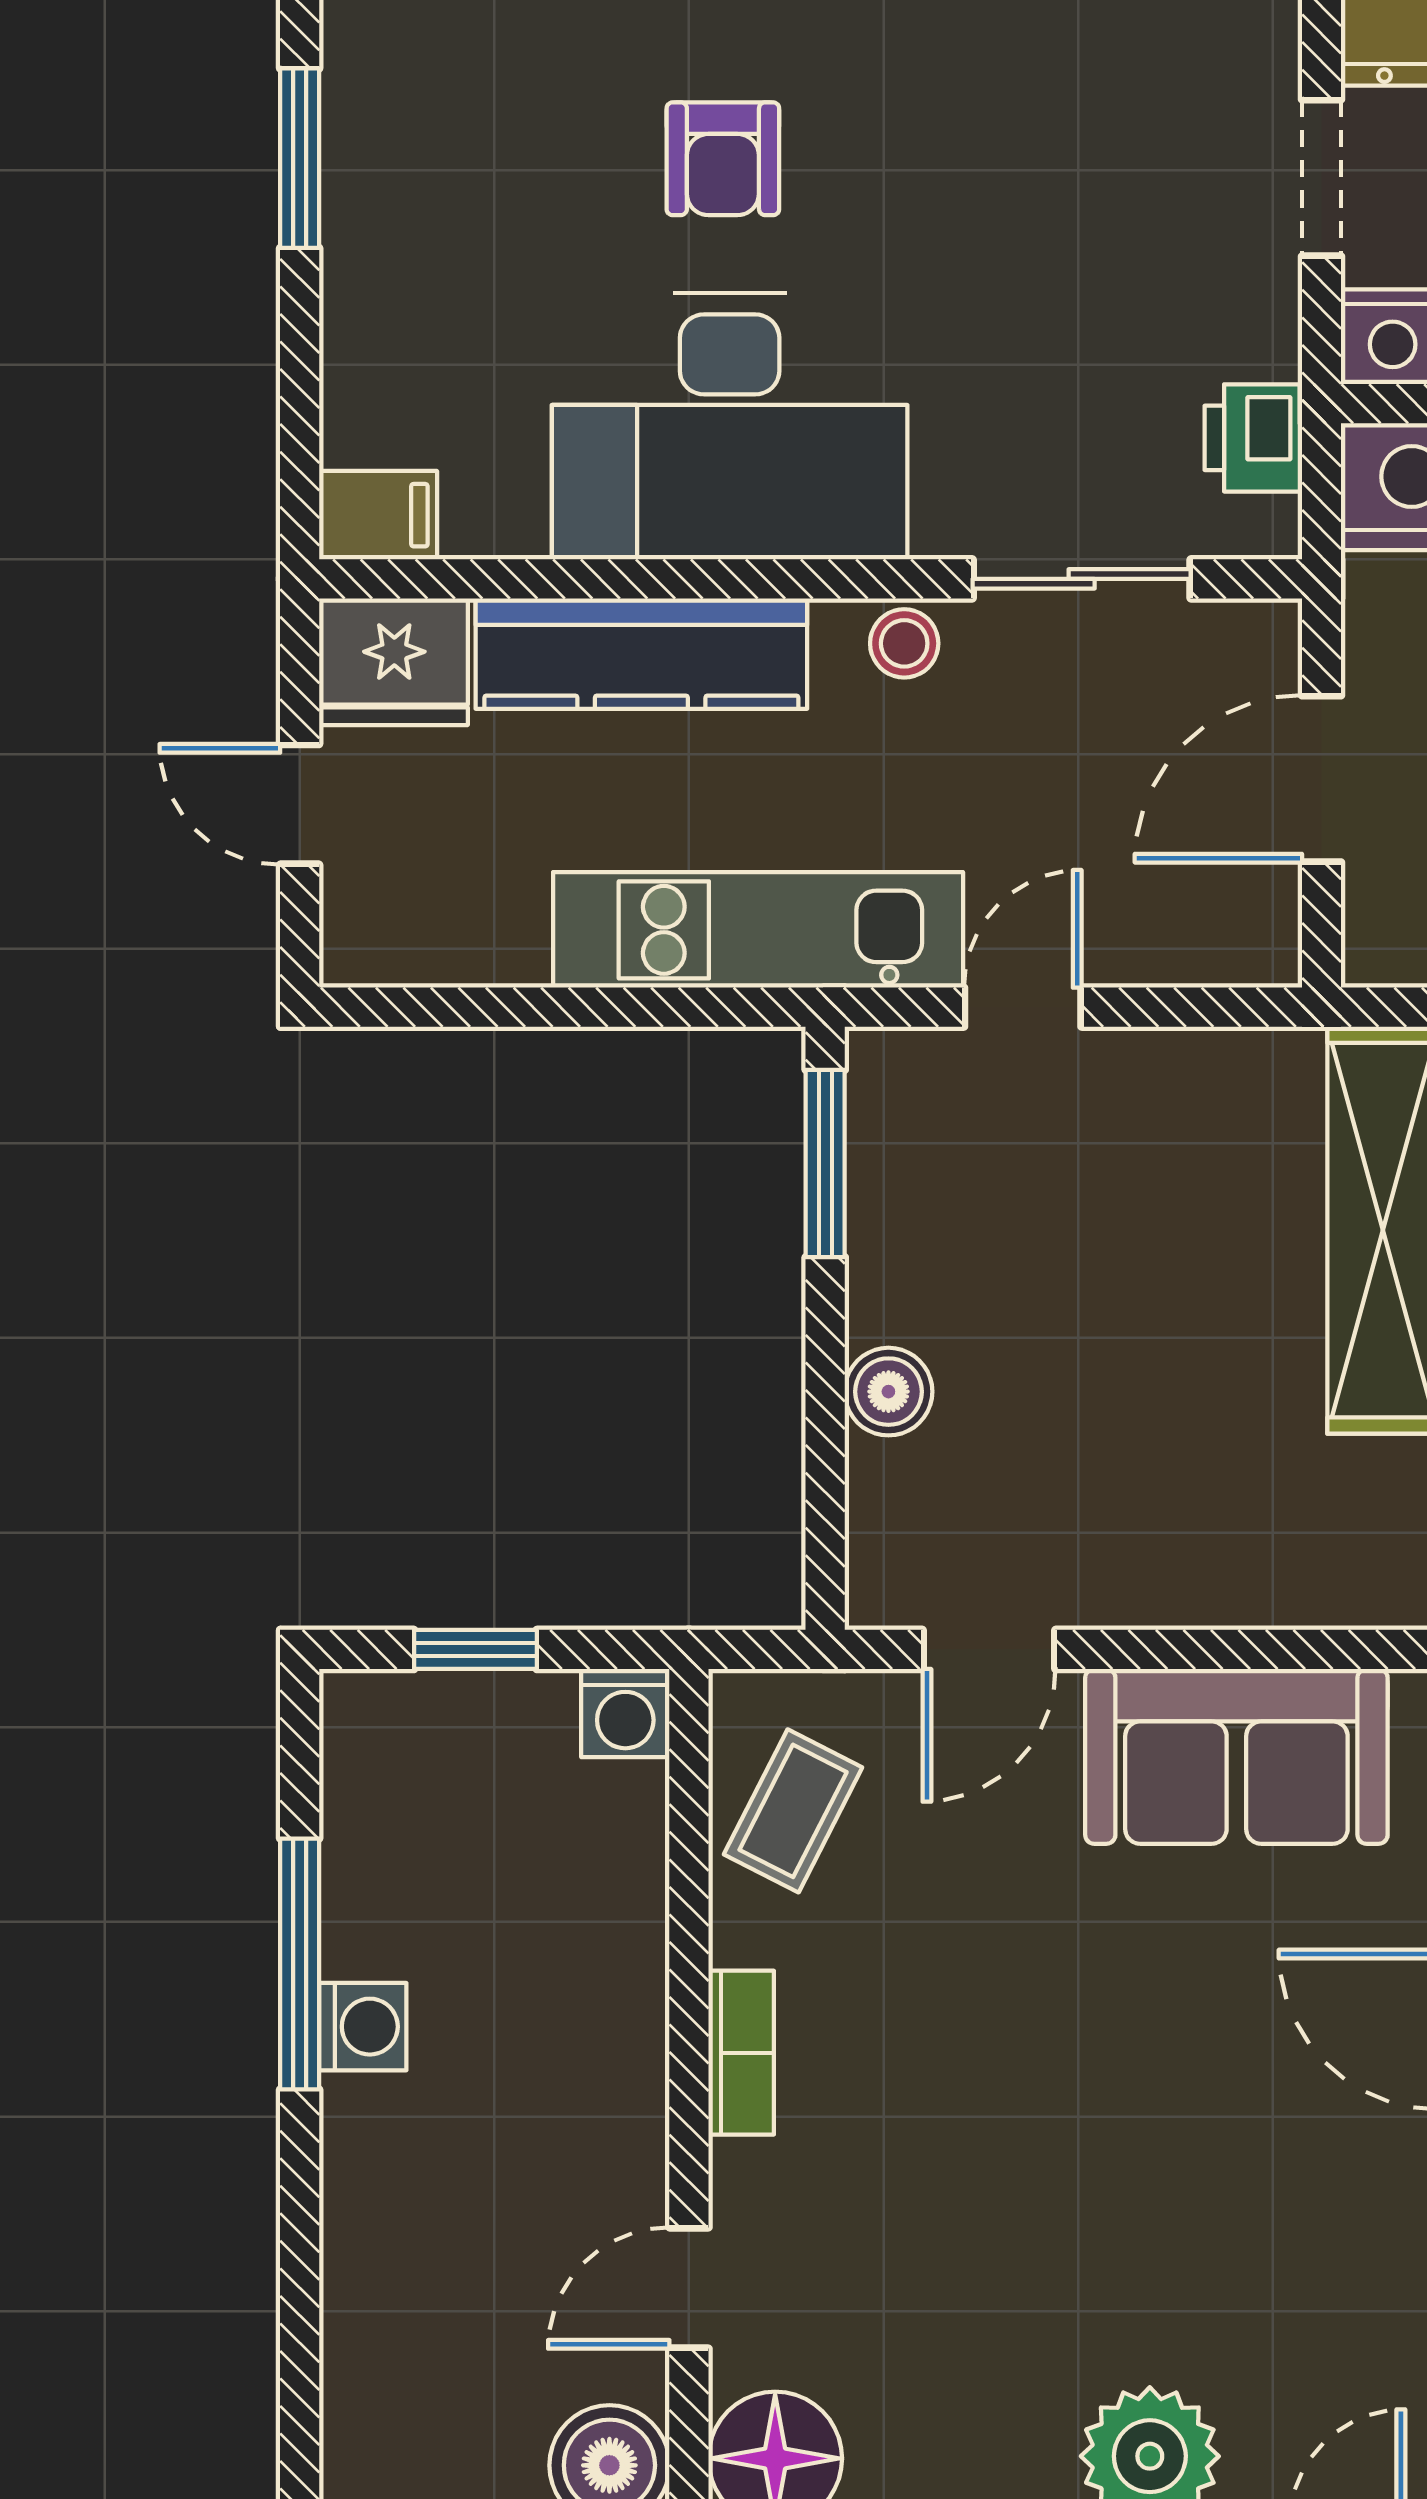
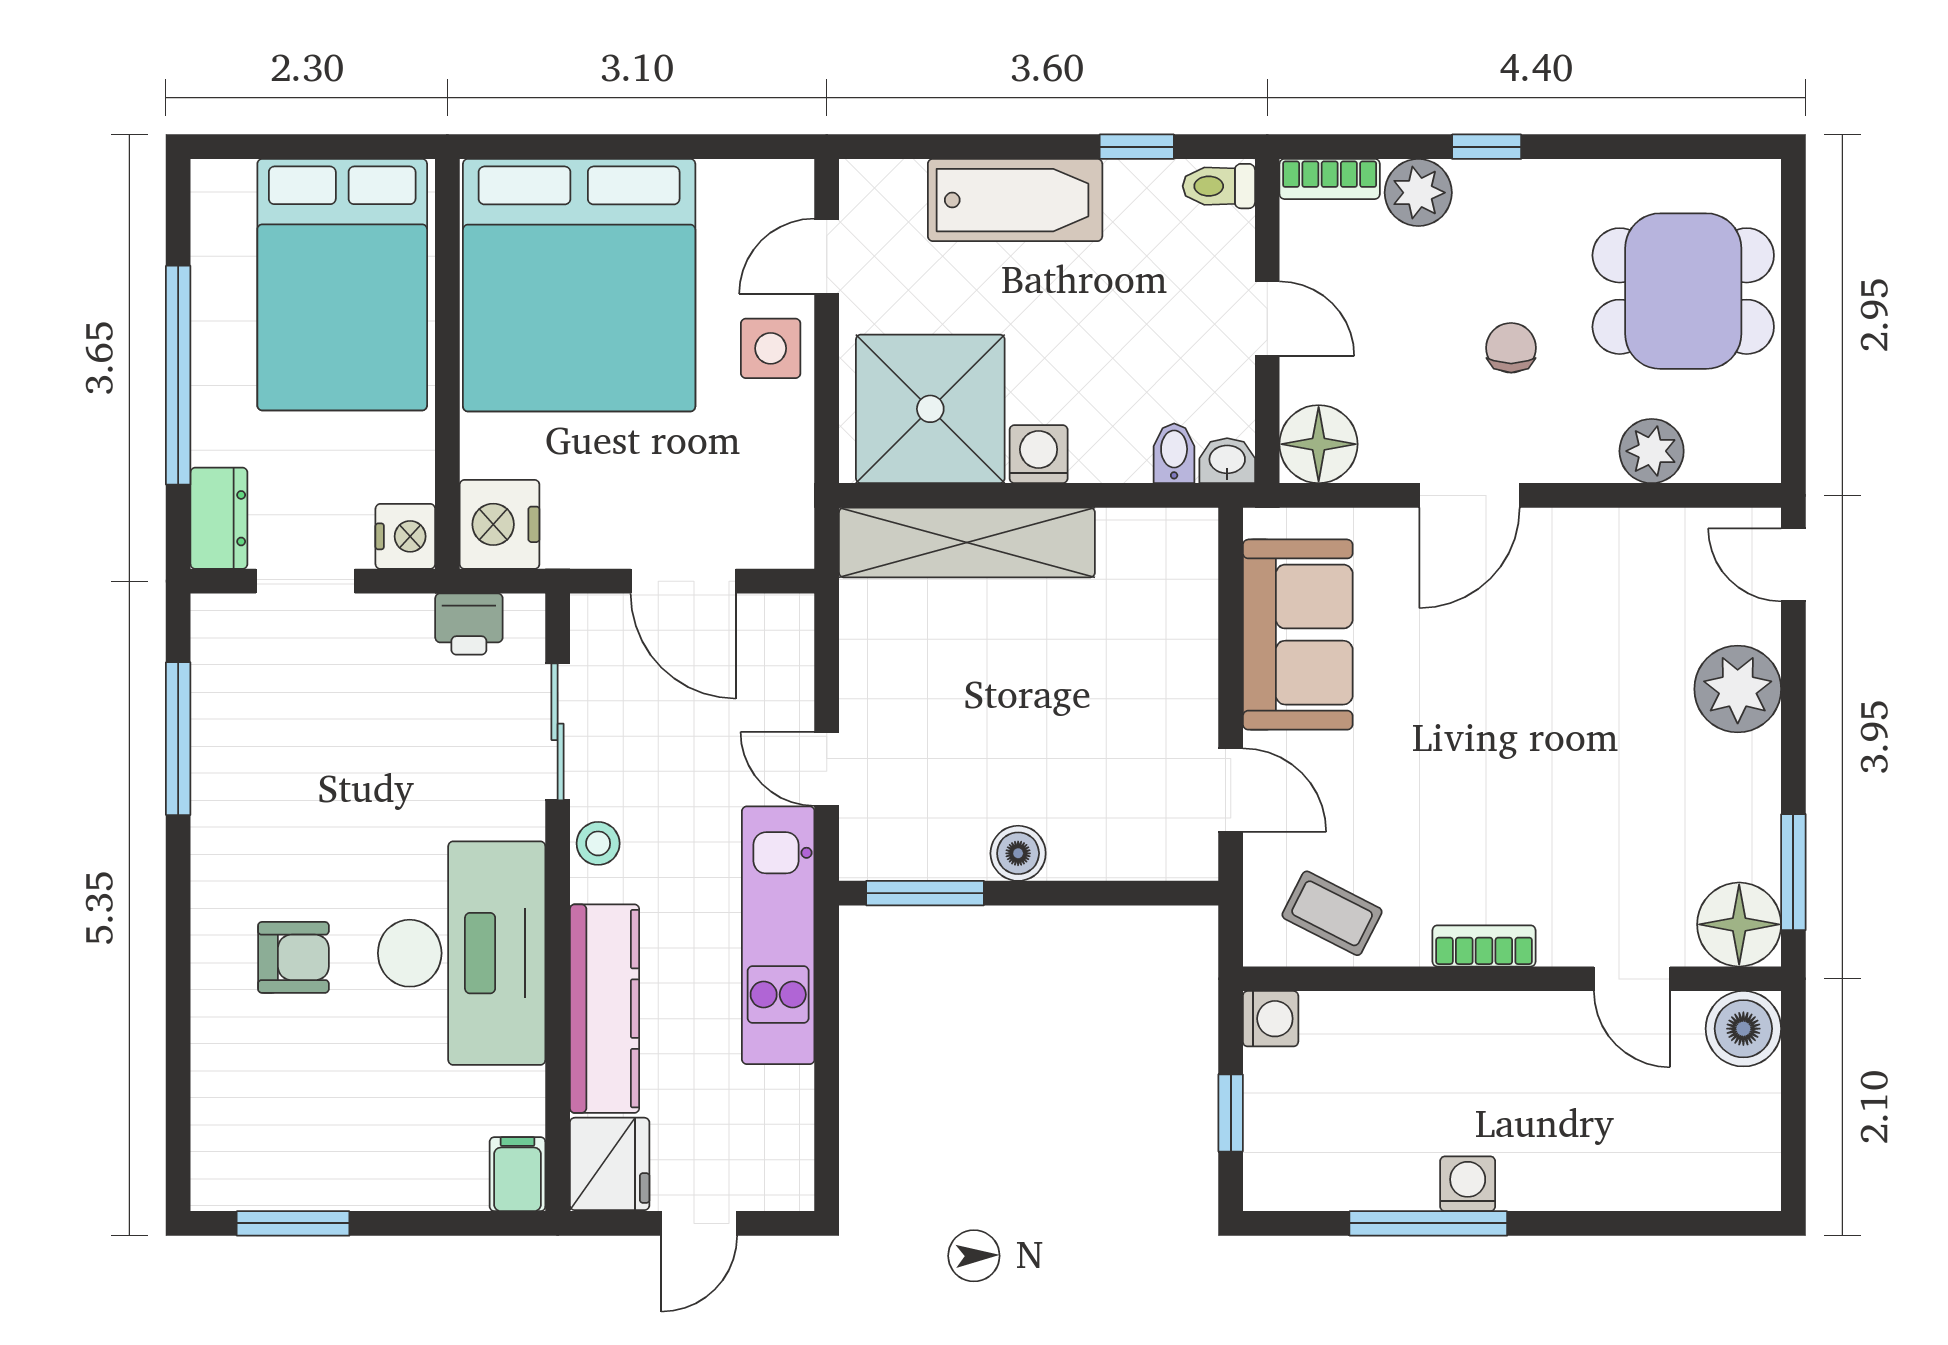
boiler: (888, 1392) -> (1018, 853), moved

